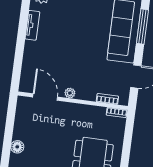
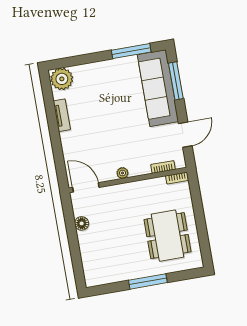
door: (45, 97) -> (86, 187), moved
floor lamp: (17, 147) -> (82, 223), moved

